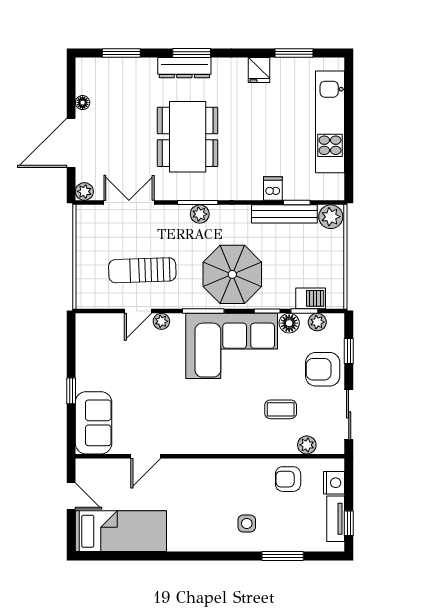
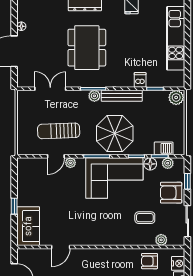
plant: (84, 191) -> (22, 82), removed
bench: (284, 214) -> (122, 96), moved

